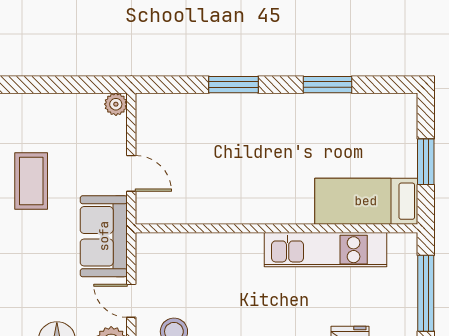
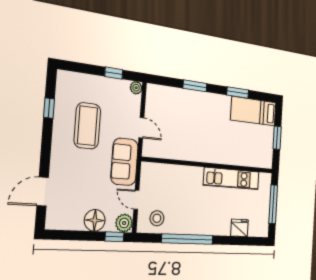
window: (72, 85) -> (114, 73), added
coffee table: (31, 181) -> (87, 126), width x1.36, depth x1.32
bed: (366, 201) -> (254, 111), moved

